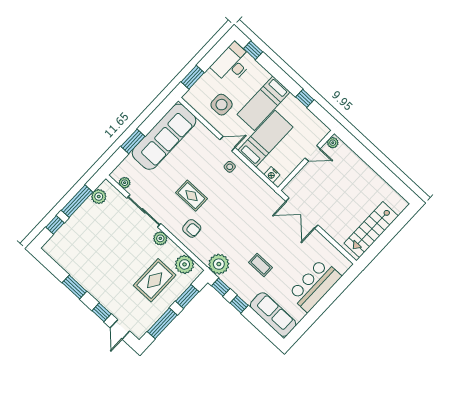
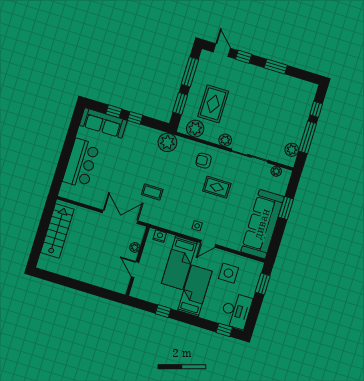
plant: (333, 143) -> (135, 247), moved
door: (313, 153) -> (135, 270), hinge flipped
coffee table: (260, 265) -> (152, 192), moved
window: (221, 287) -> (114, 111), moved

